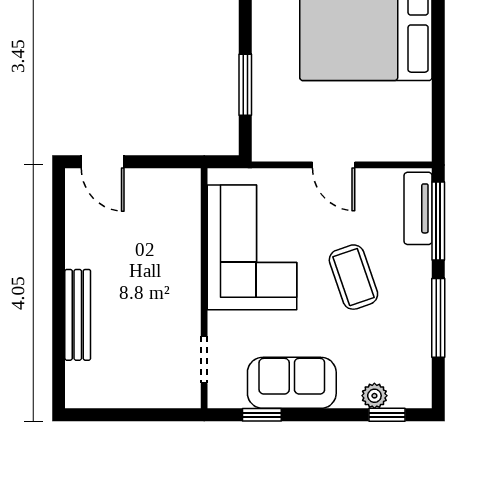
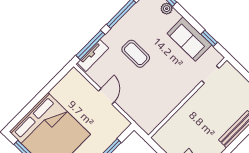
corner sofa: (252, 247) -> (159, 96), removed
coffee table: (353, 277) -> (136, 54), turned -71

